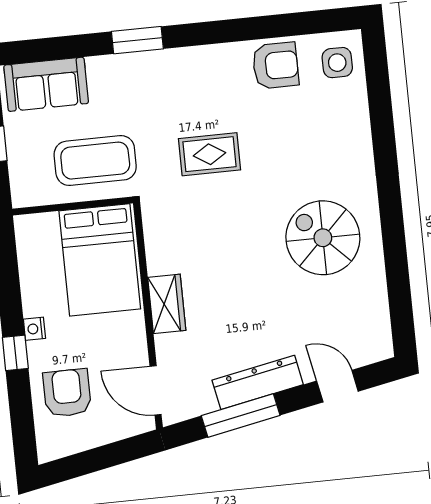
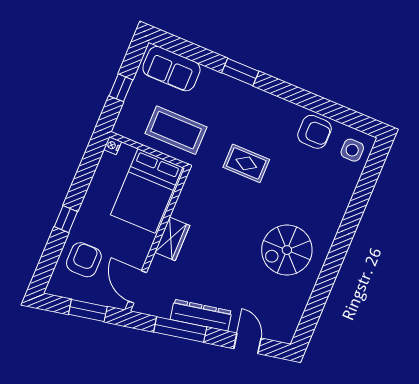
spiral stairs: (323, 238) -> (287, 250), turned -90
nightstand: (34, 329) -> (113, 146), moved
window: (108, 456) -> (88, 311), added

